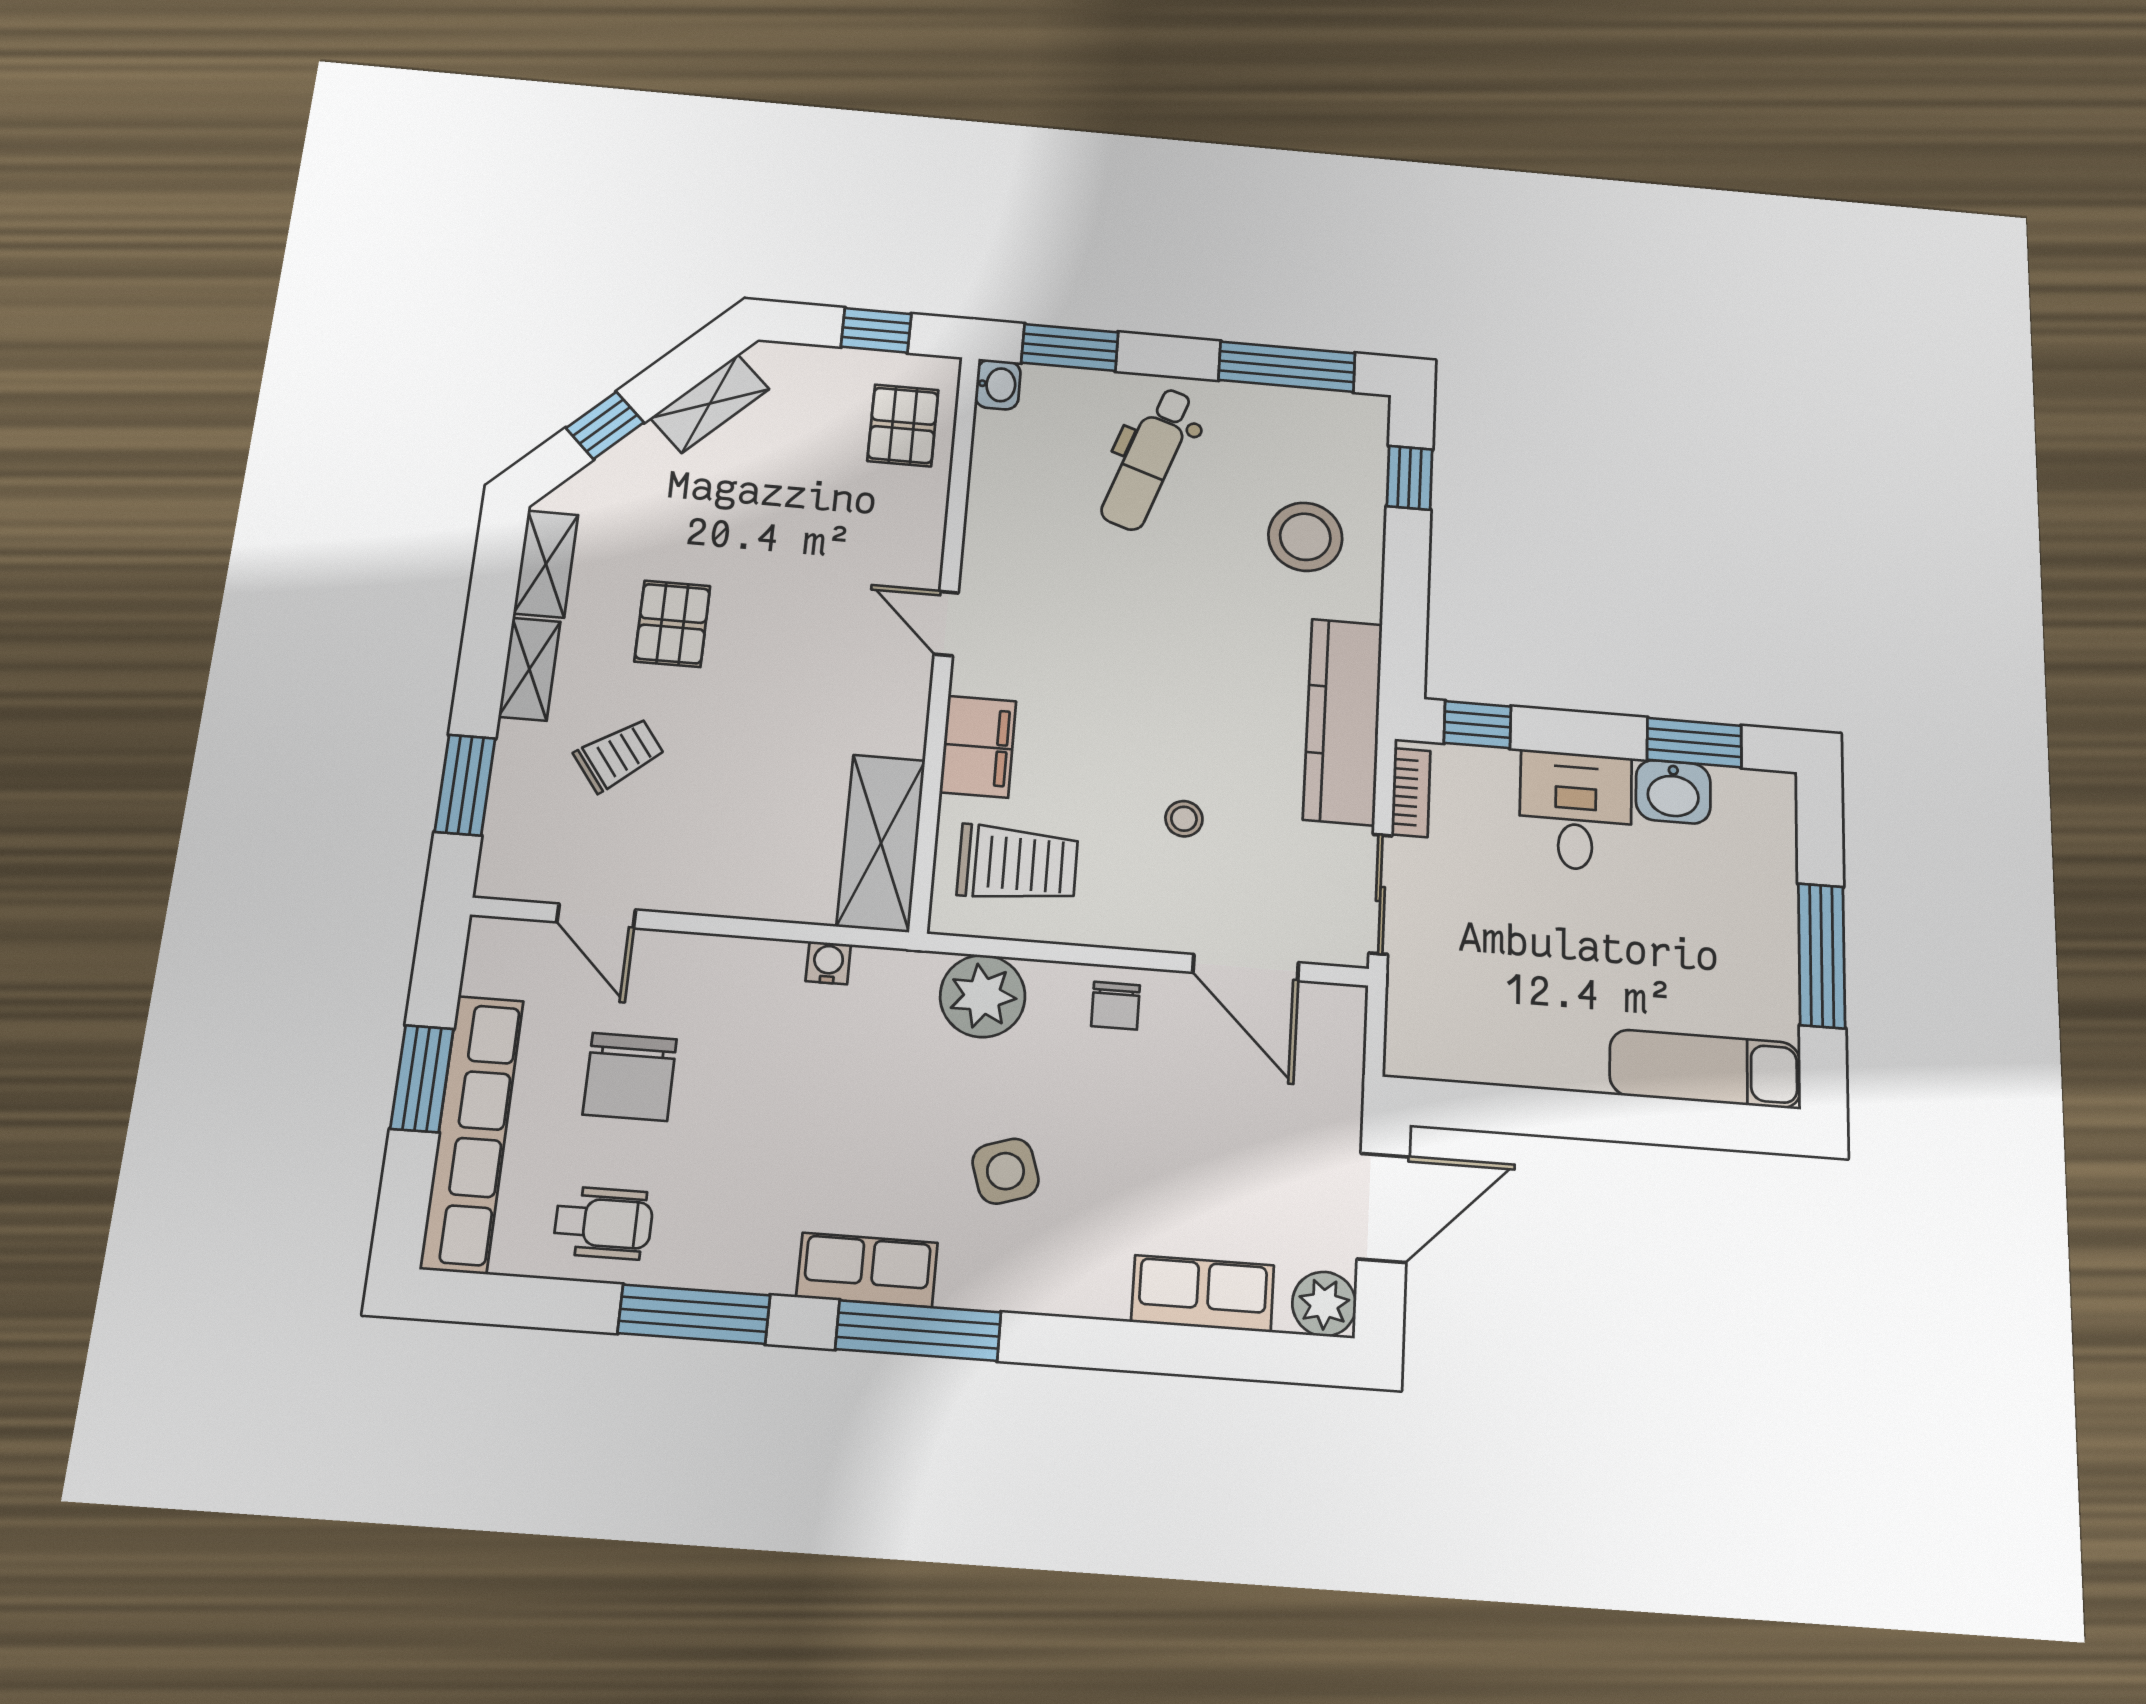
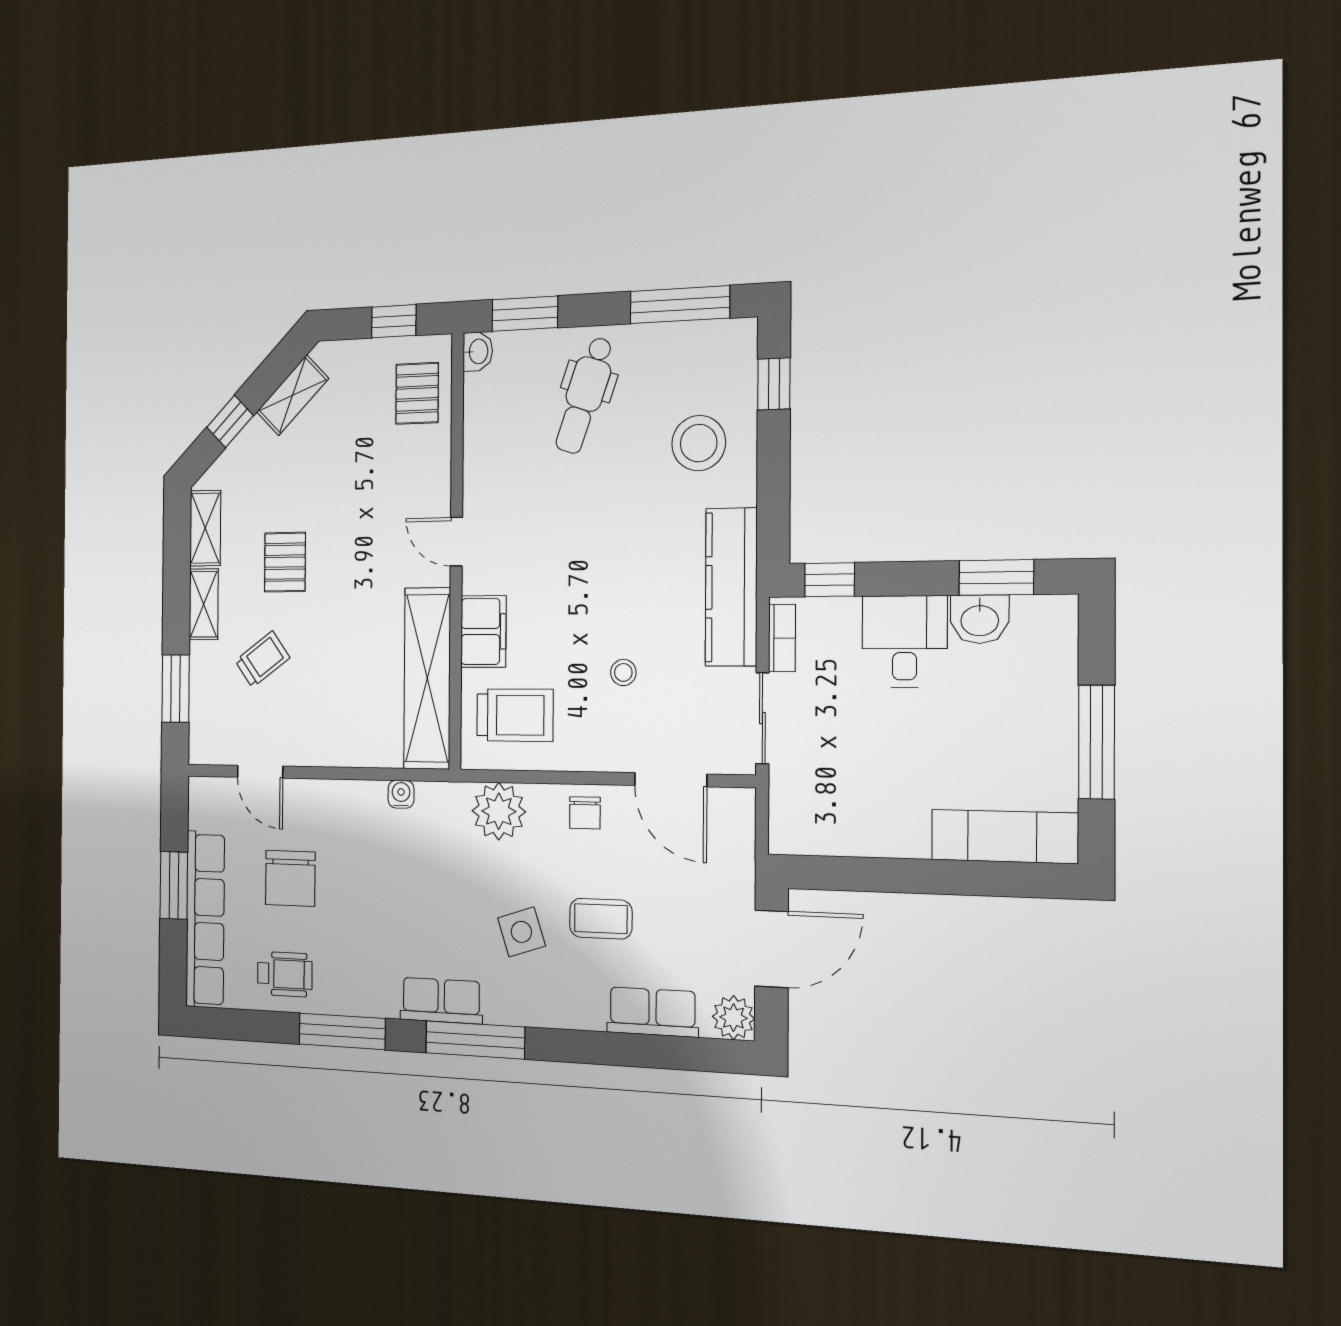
shelving: (881, 843) -> (427, 678), width x1.47
coffee table: (1131, 1156) -> (601, 919), added

